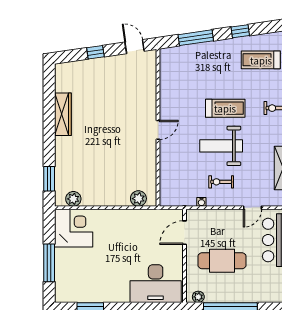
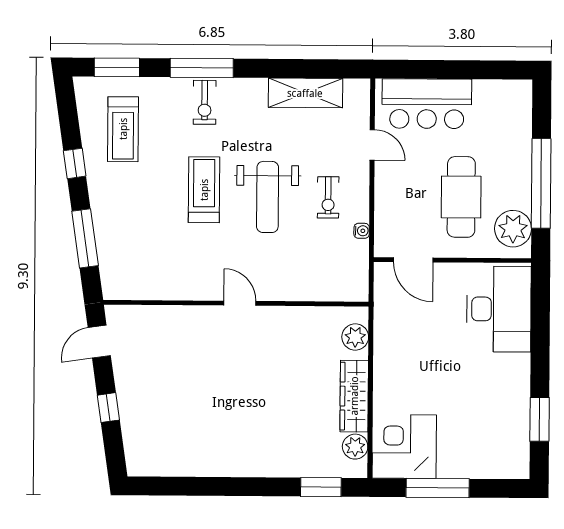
wardrobe: (63, 114) -> (354, 396), moved, turned -90
window: (49, 263) -> (438, 488), moved
plant: (198, 297) -> (513, 229), width x1.88, depth x1.88

